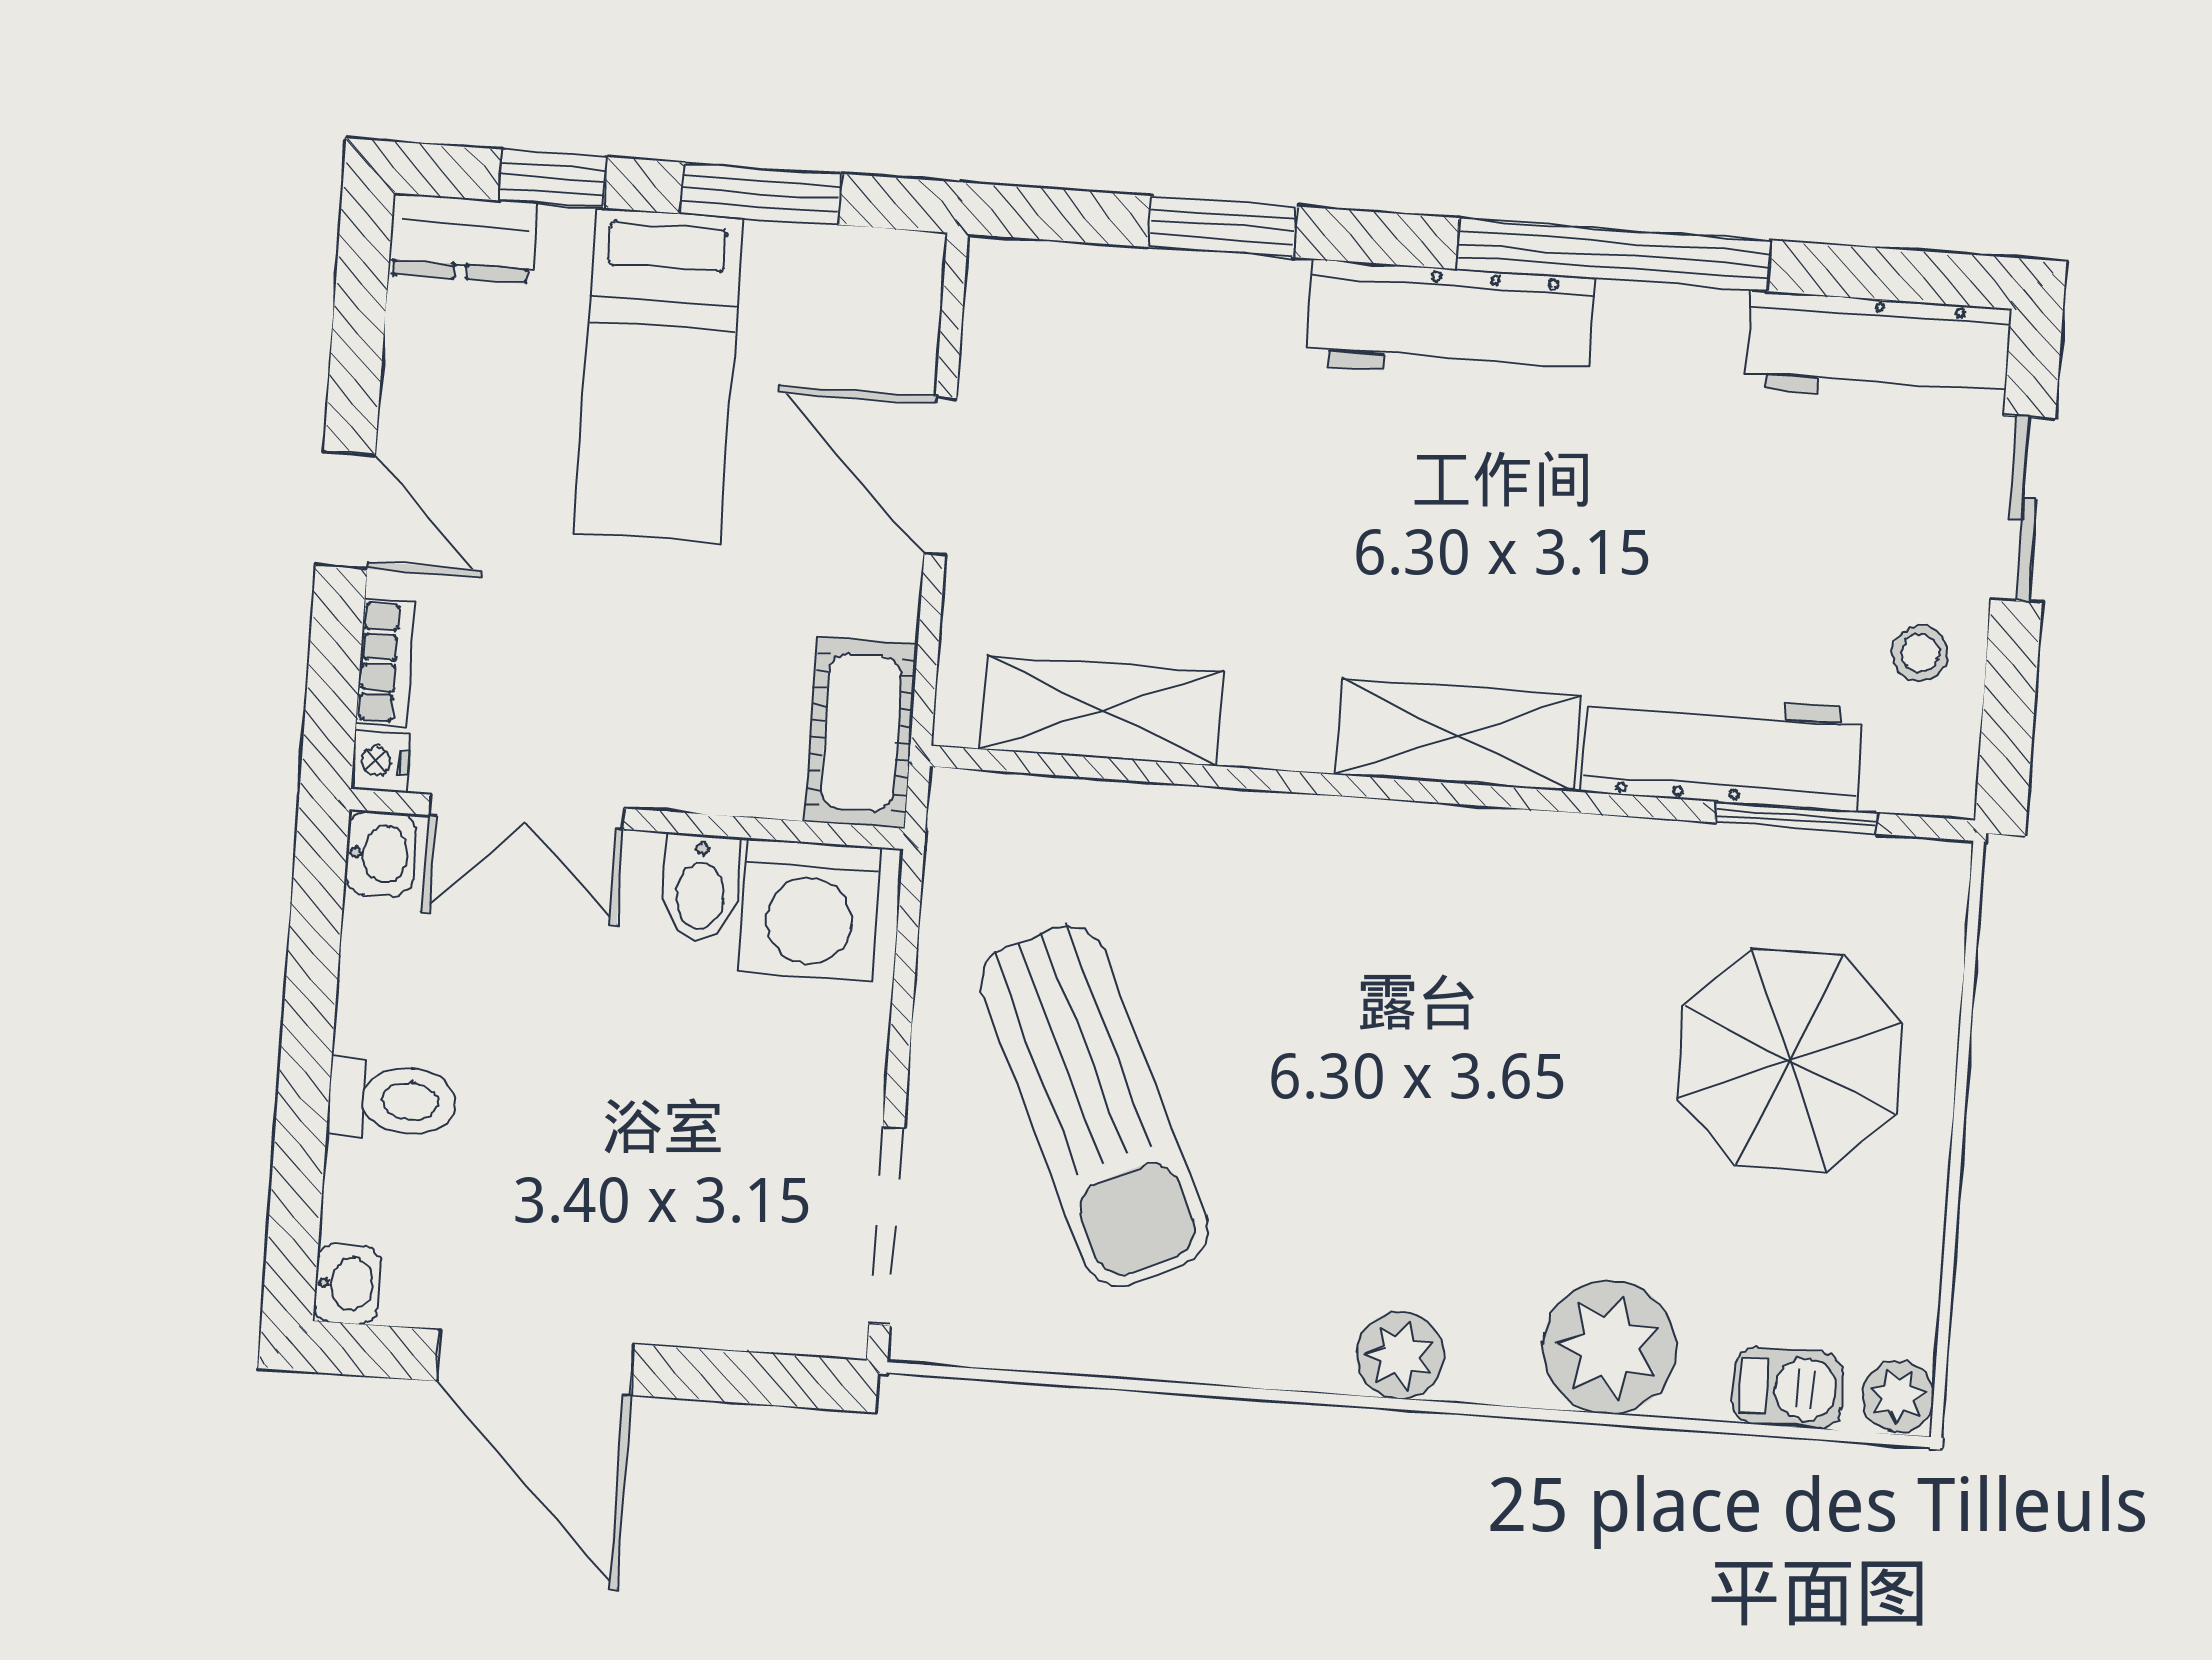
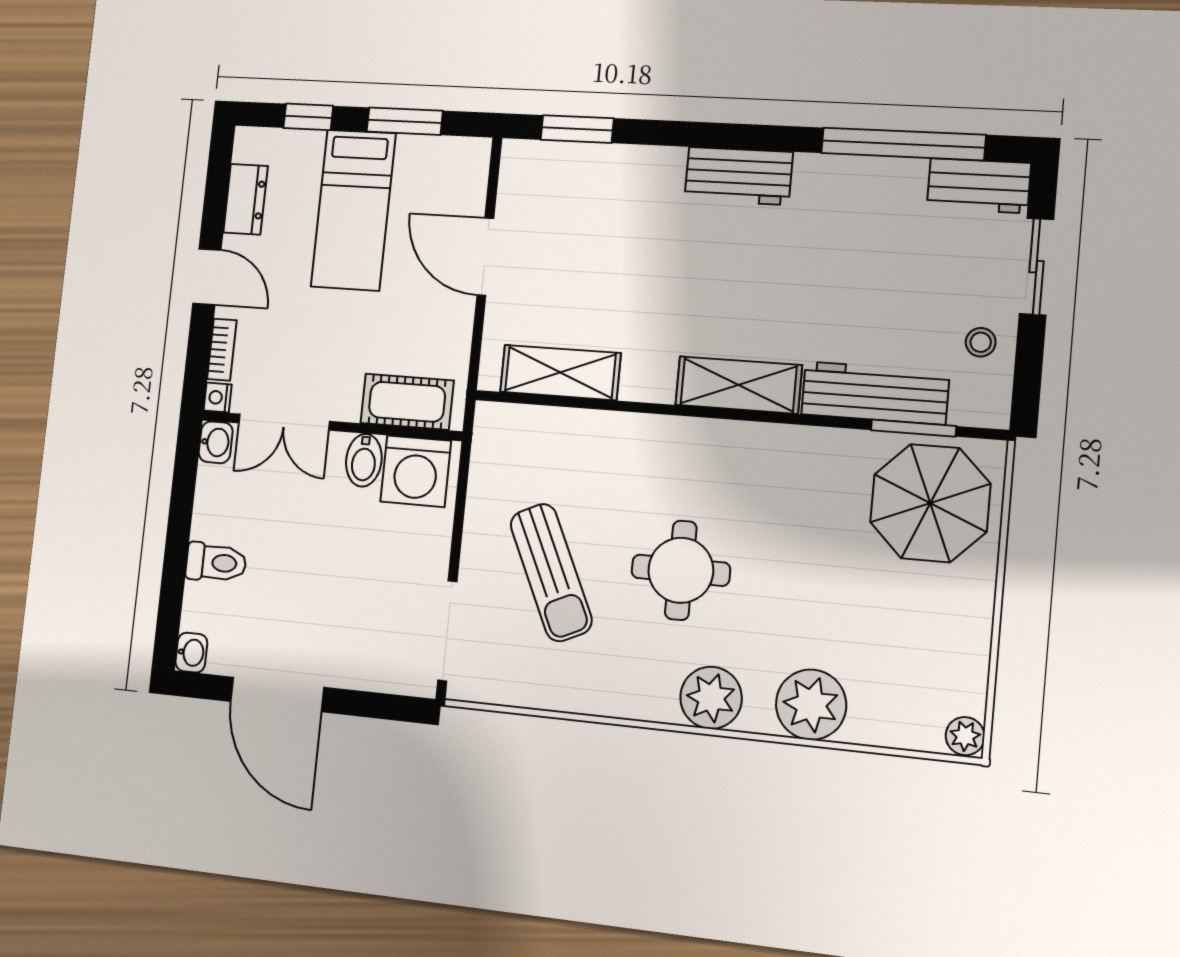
window: (1222, 227) -> (577, 129), moved
dresser: (463, 239) -> (246, 199), moved, turned -90
window: (1613, 255) -> (903, 144), moved
workbench: (1450, 322) -> (738, 176), width x0.73
workbench: (1878, 348) -> (979, 186), width x0.73
cot: (861, 732) -> (407, 402), moved, turned 90
parasol: (1790, 1060) -> (930, 503), moved
round table: (1353, 1097) -> (681, 570), added
sun lounger: (1094, 1106) -> (551, 572), width x0.73, depth x0.75
plant: (1400, 1355) -> (711, 698), width x1.36, depth x1.36
barbecue: (1788, 1388) -> (906, 730), removed

